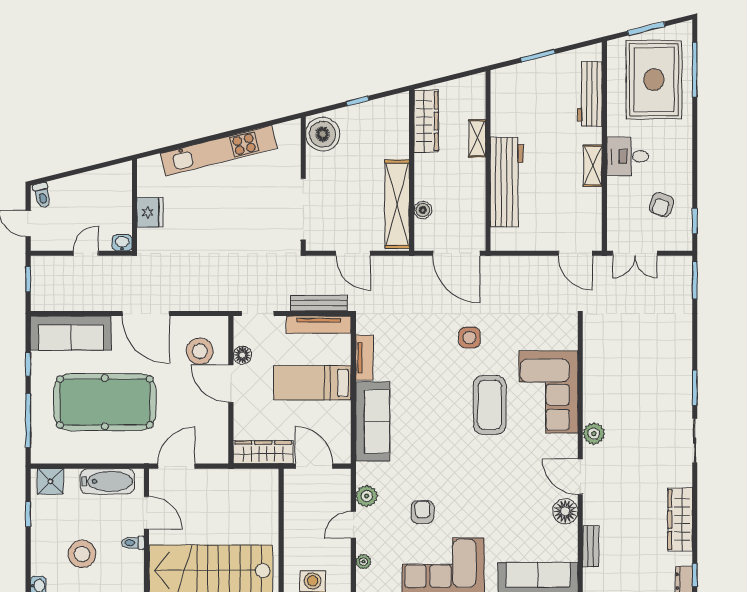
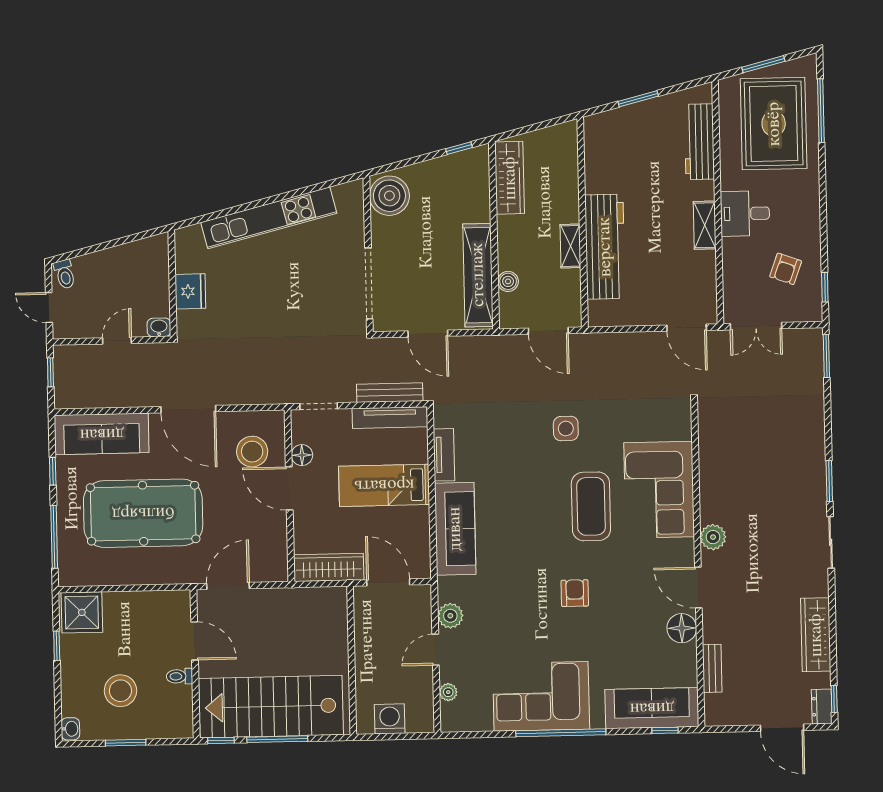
window: (358, 101) -> (459, 148), moved
shelving: (477, 138) -> (570, 246), moved
door: (456, 253) -> (548, 331), width x0.73
shower: (50, 481) -> (82, 612), width x1.36, depth x1.36
bathtub: (107, 481) -> (148, 605), removed
armchair: (422, 512) -> (575, 593), moved

